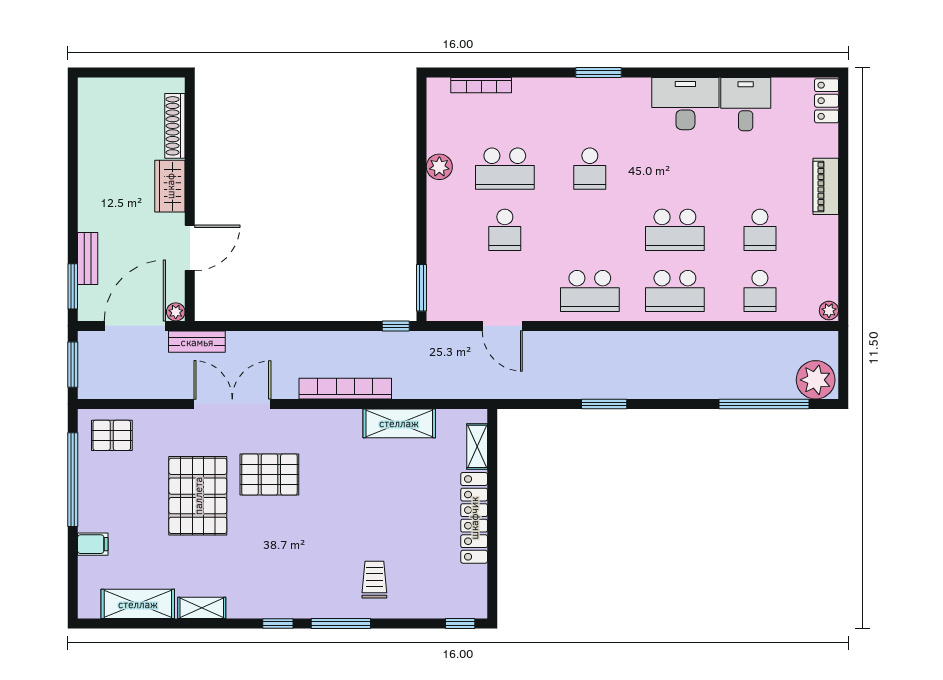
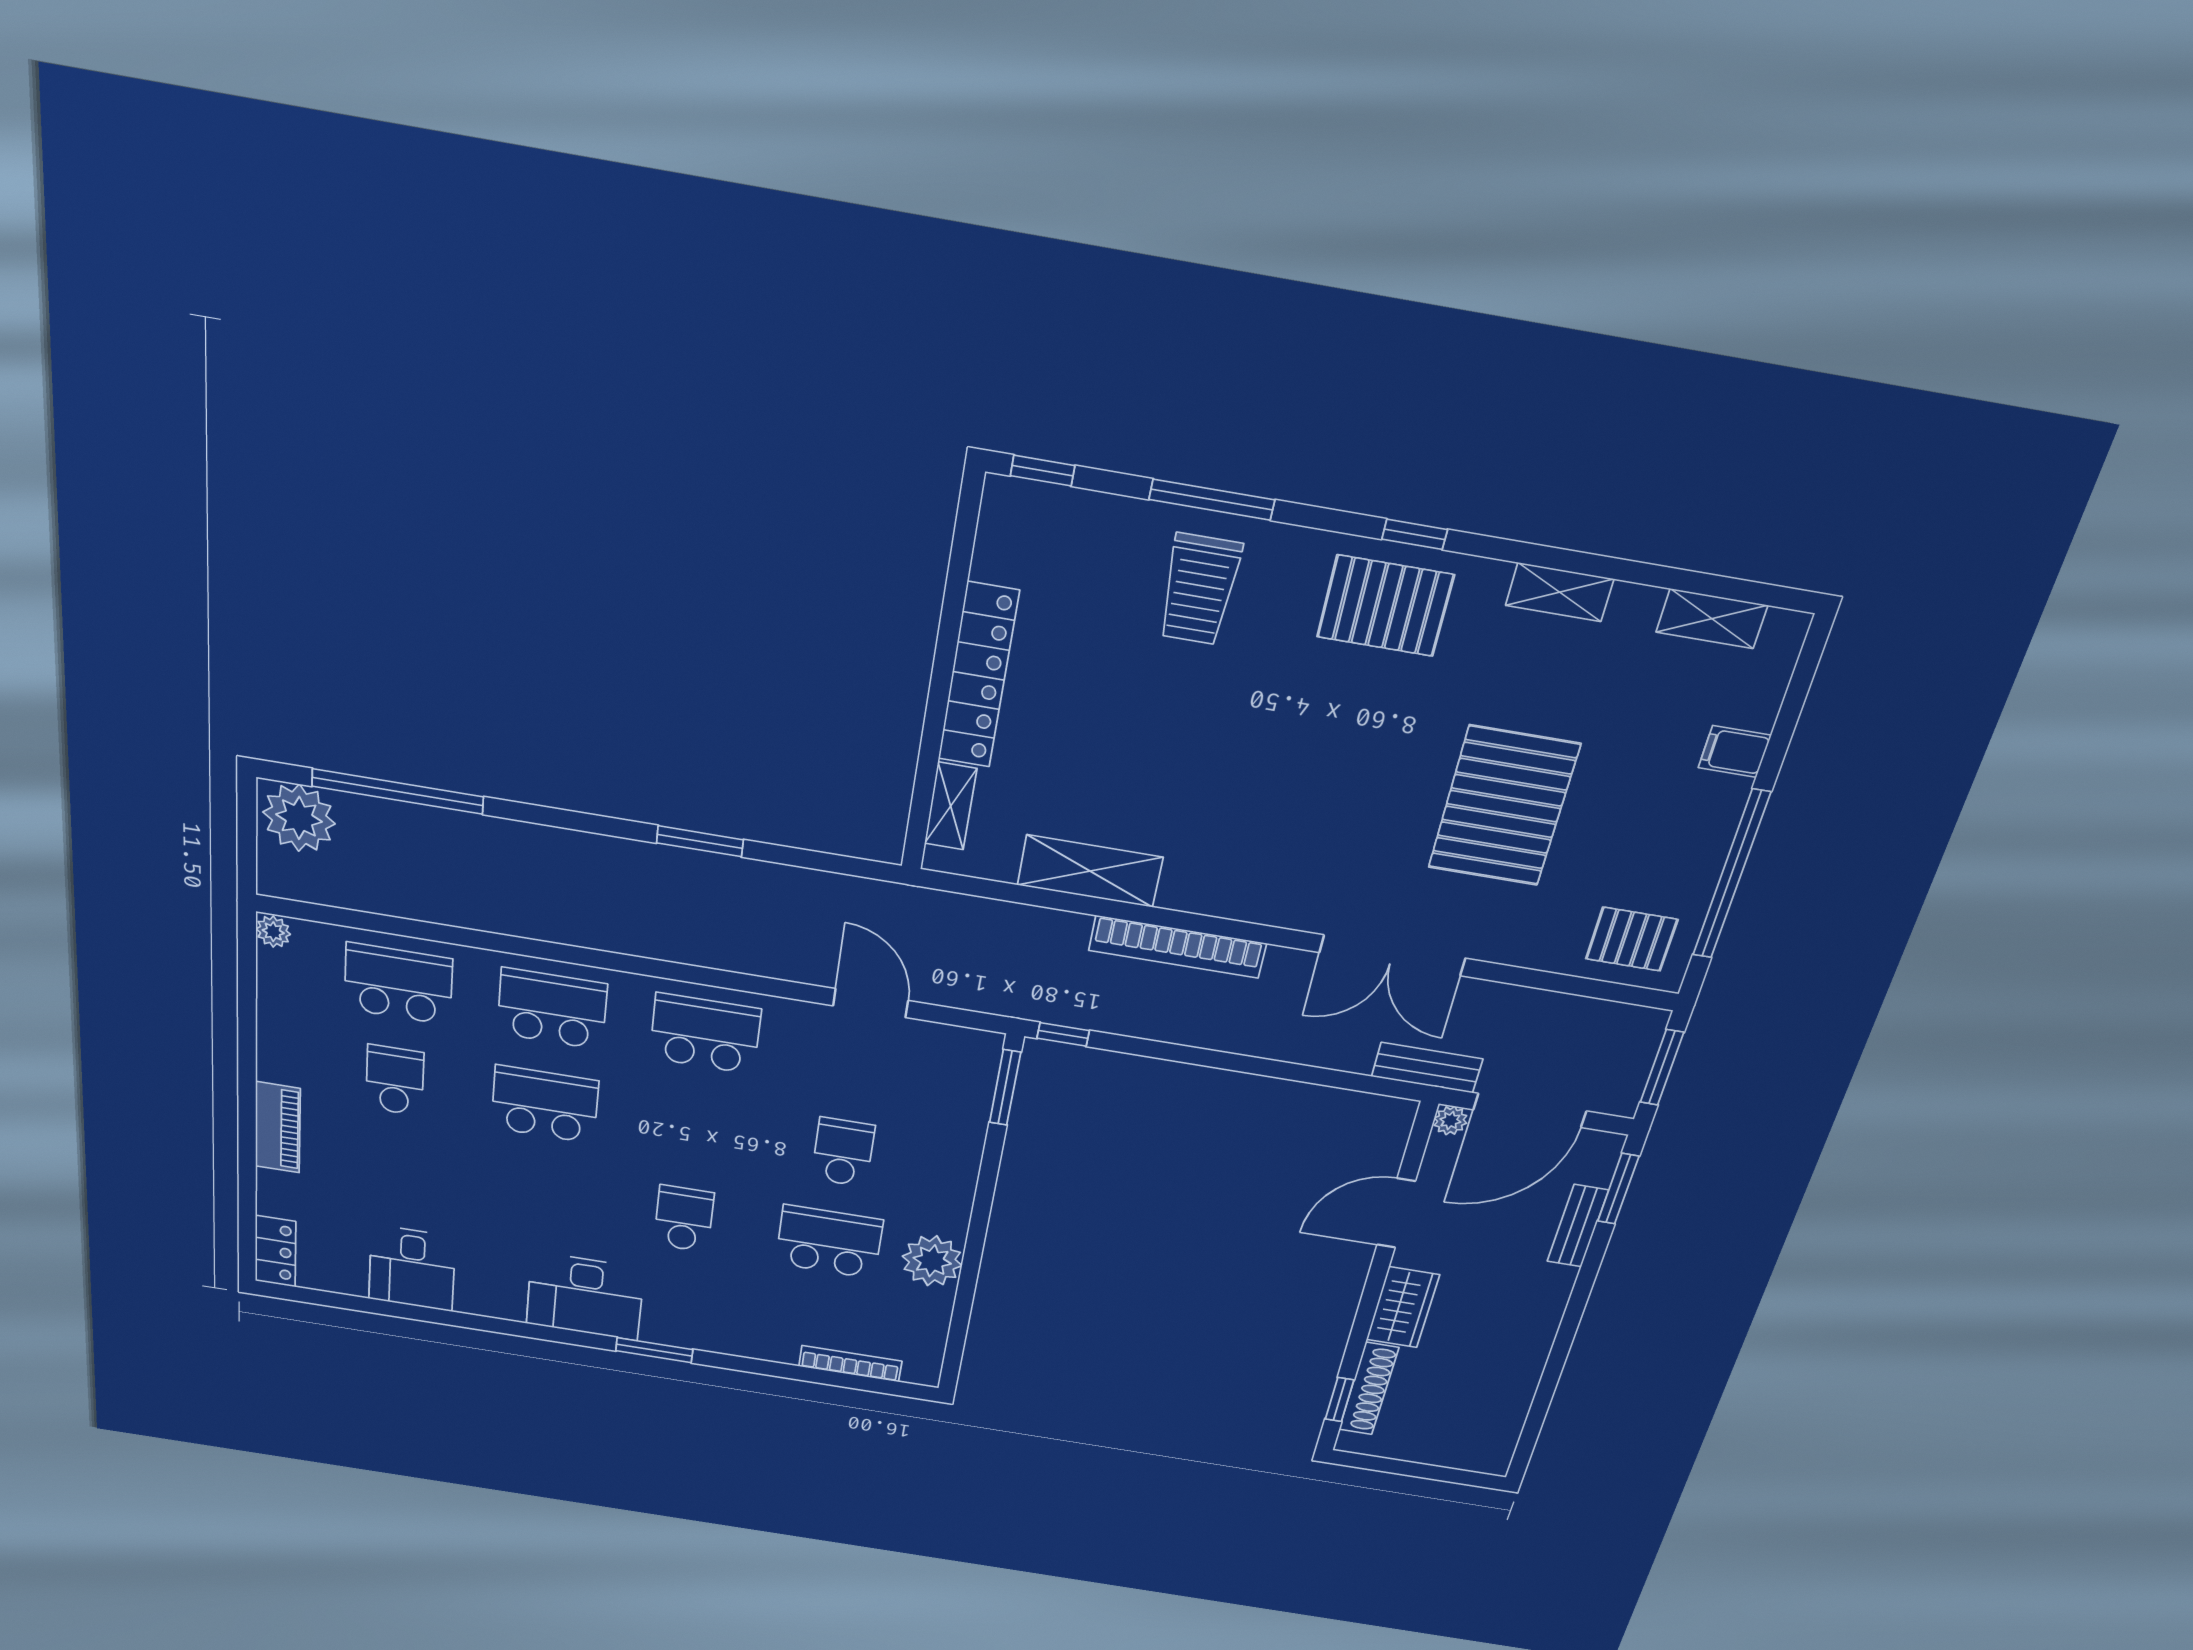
desk: (685, 104) -> (585, 1296), moved
window: (190, 115) -> (1340, 1400), added
plant: (439, 167) -> (932, 1261), width x1.36, depth x1.36
school desk: (760, 291) -> (398, 984), width x1.85
pallet: (269, 474) -> (1385, 606), moved
trolley: (374, 580) -> (1199, 589), width x1.36, depth x1.39
shelving: (138, 604) -> (1712, 619), width x0.67, depth x0.75
window: (341, 623) -> (1212, 500), moved

